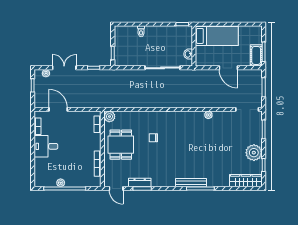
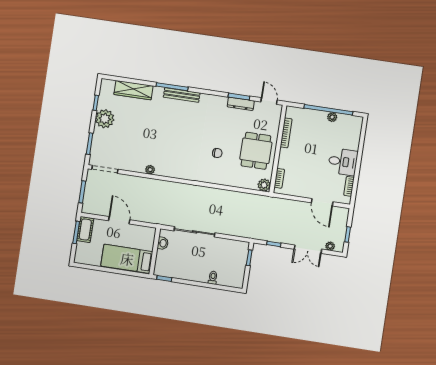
wardrobe: (246, 181) -> (133, 90), moved

